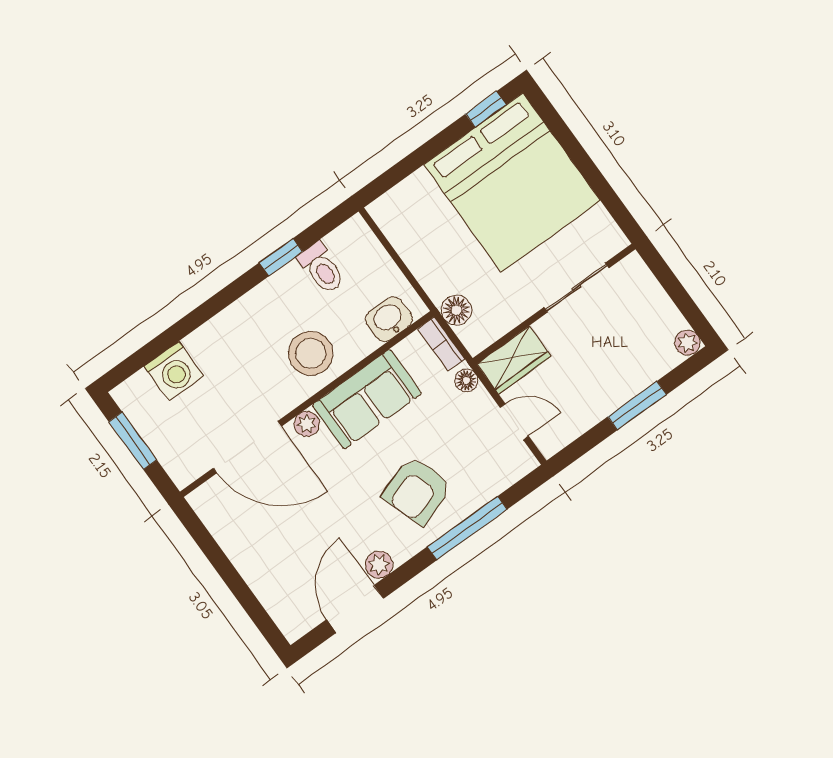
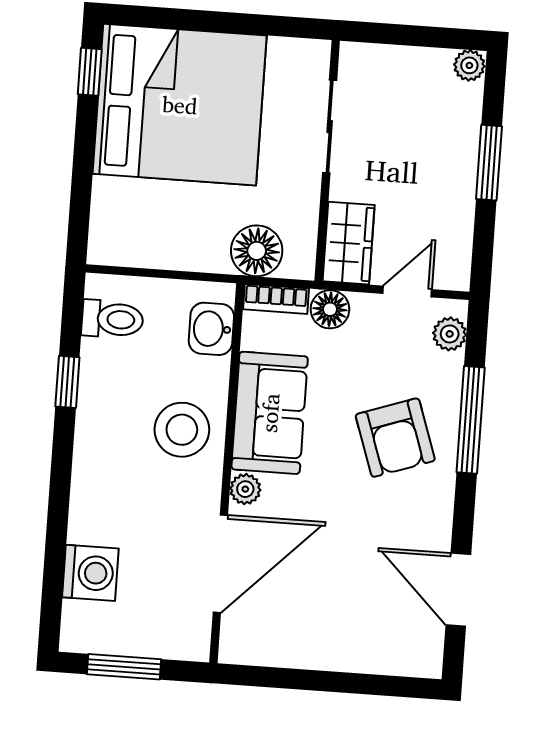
toilet: (322, 268) -> (112, 319), moved
floor lamp: (456, 310) -> (257, 251), width x1.38, depth x1.38
floor lamp: (466, 380) -> (330, 309), width x1.37, depth x1.37
plant: (379, 565) -> (450, 334), moved

